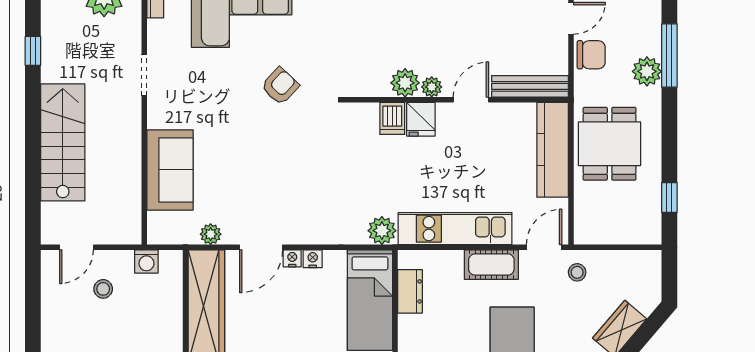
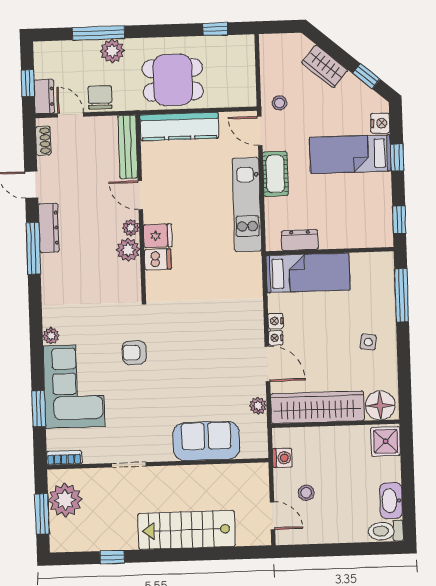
armchair: (280, 86) -> (134, 353), turned -43
plant: (382, 231) -> (250, 265), removed

